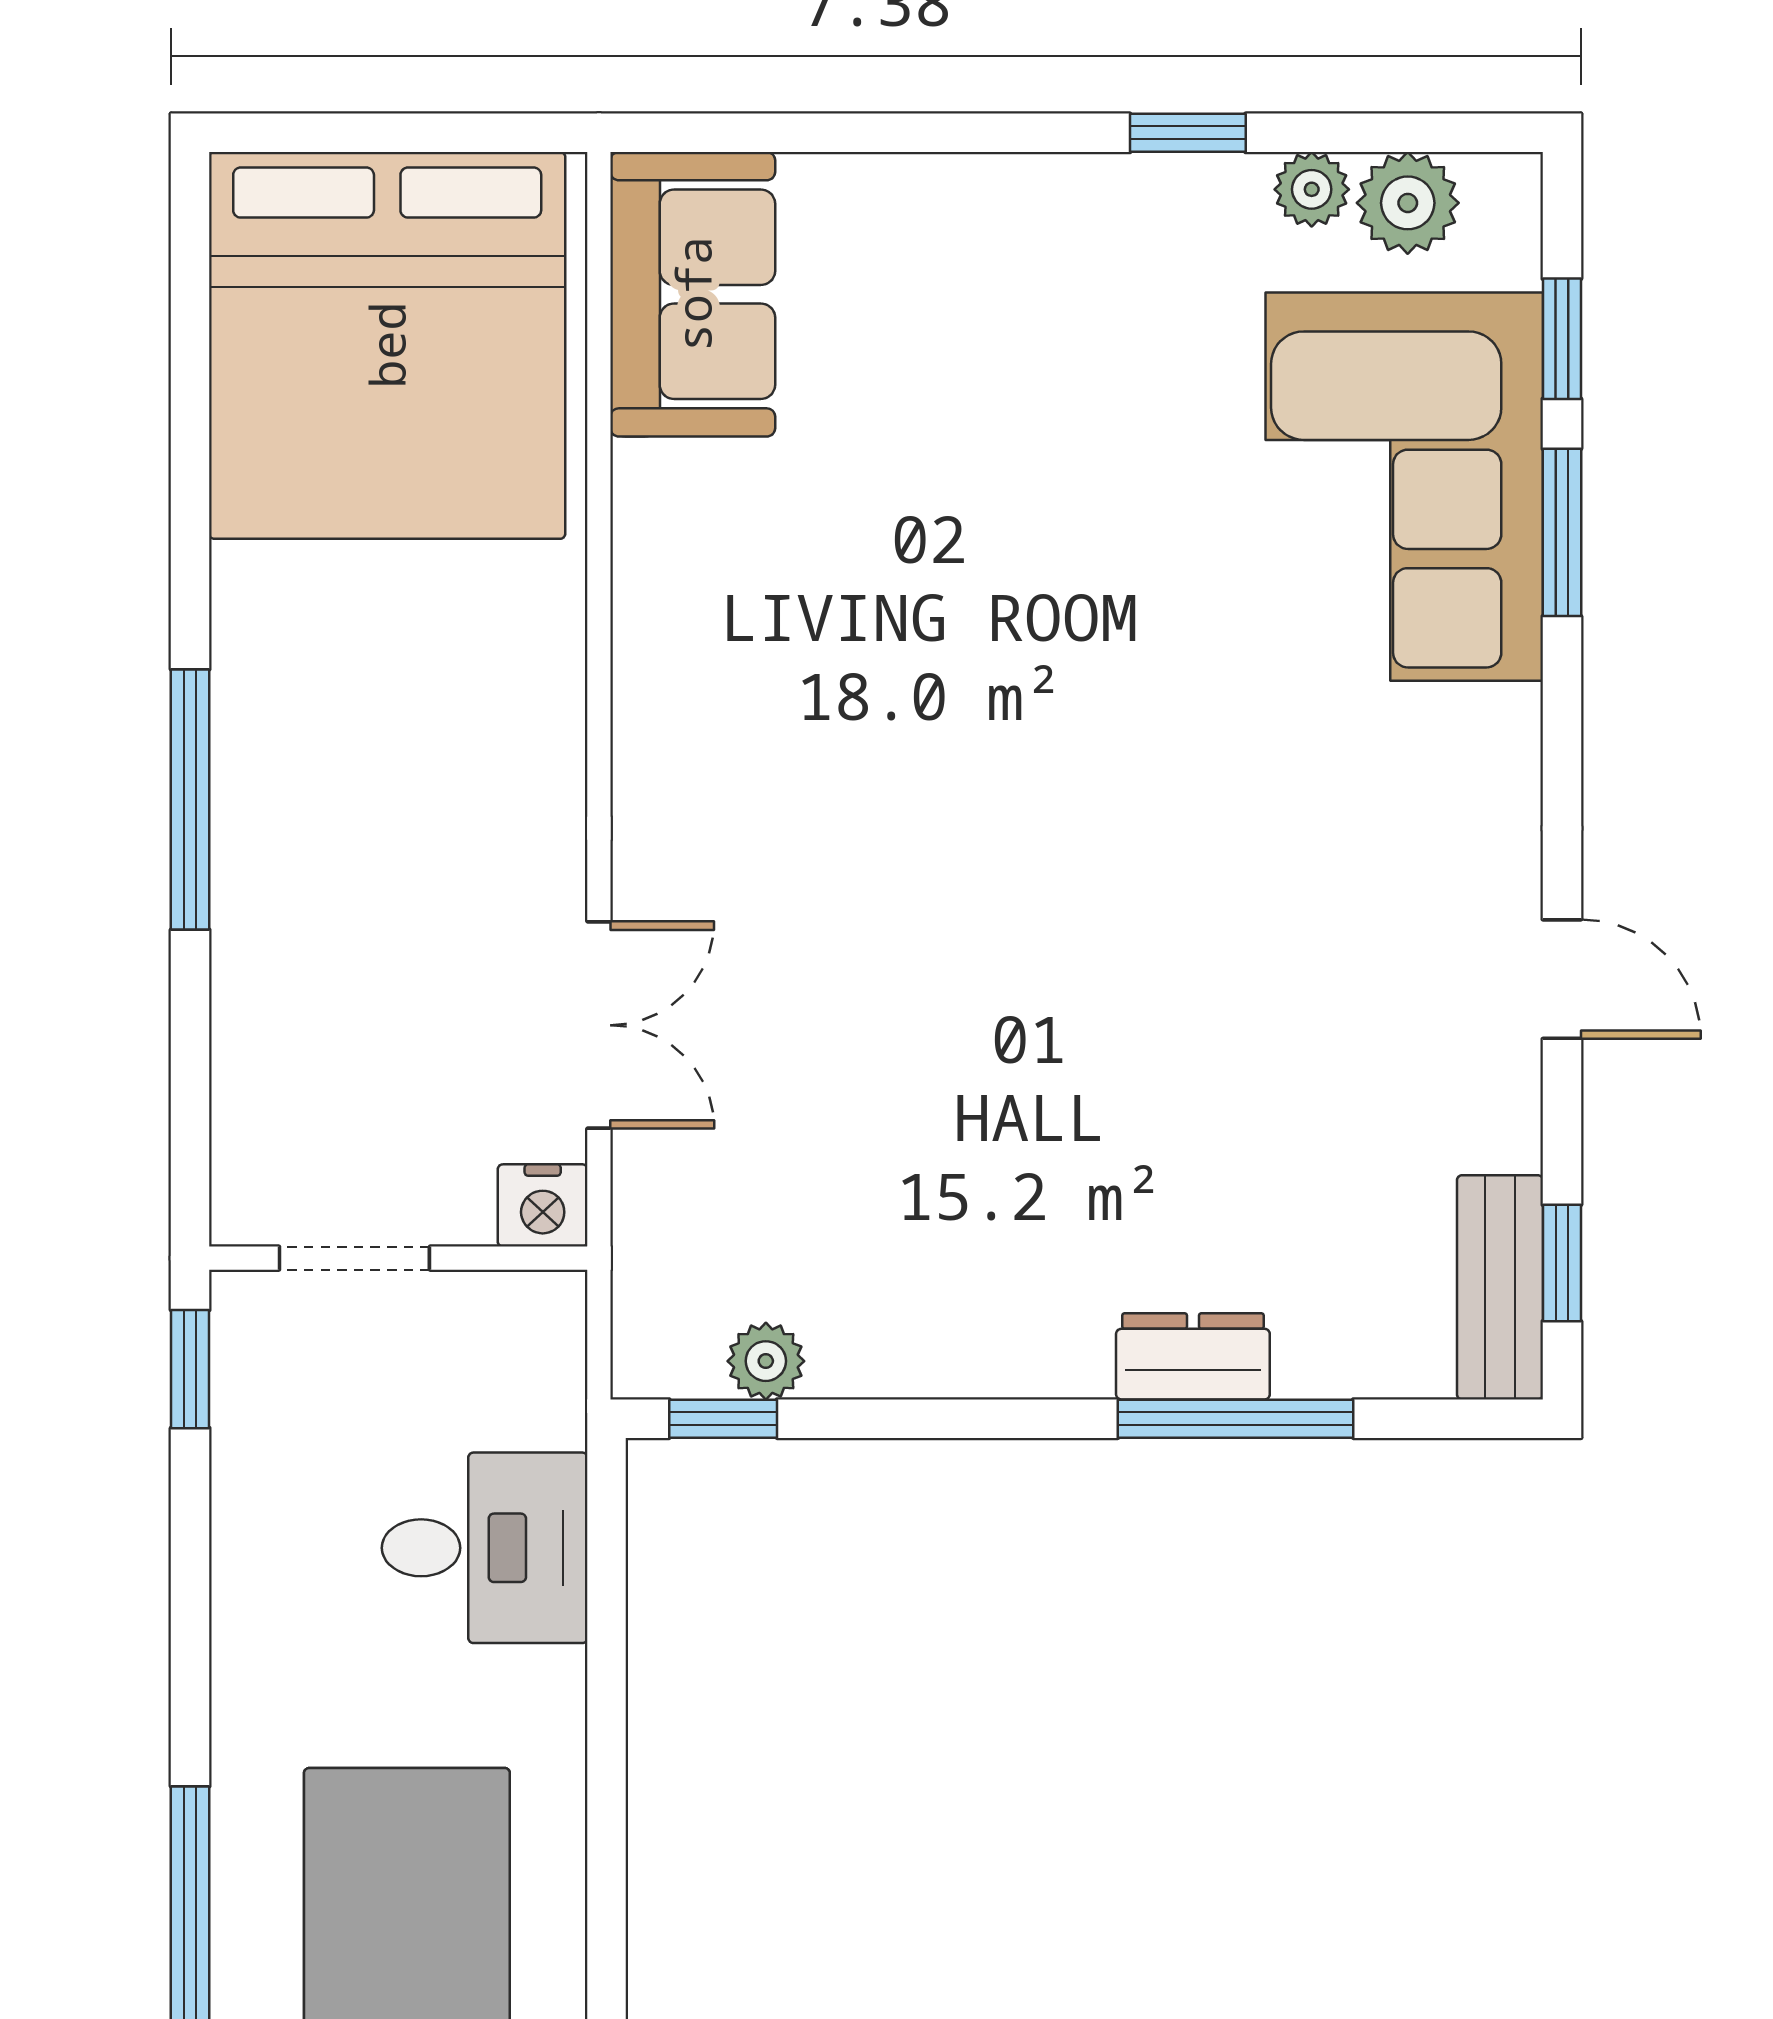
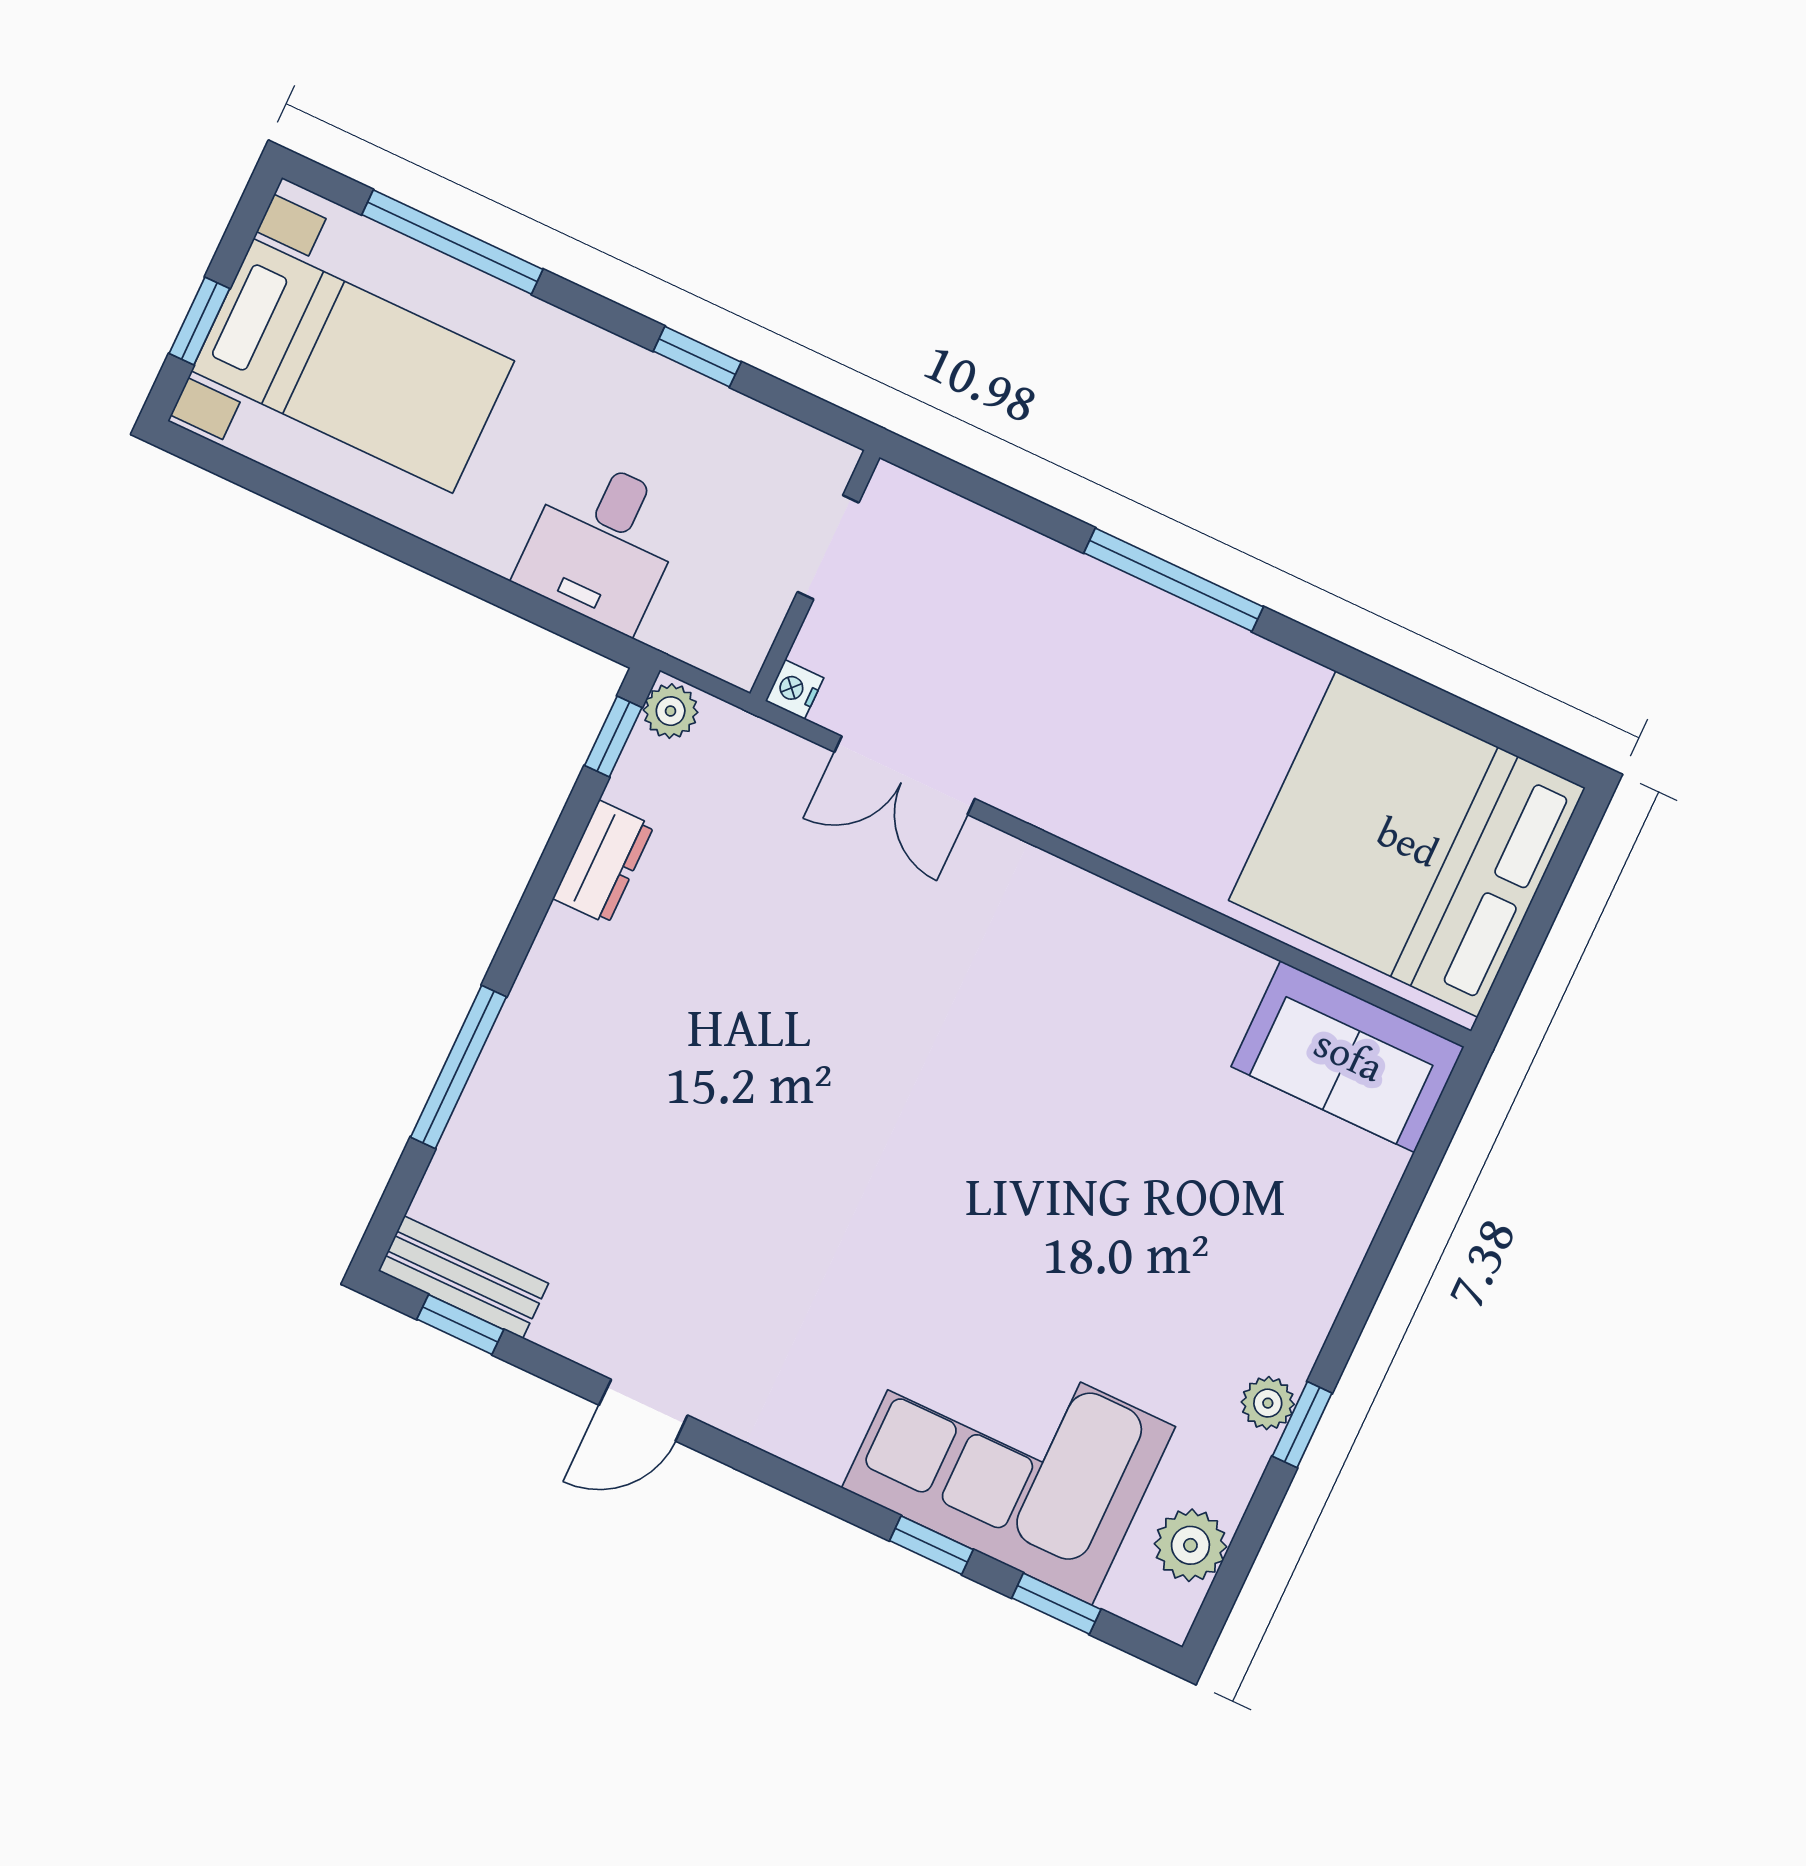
plant: (1312, 189) -> (1268, 1403), moved
window: (1562, 532) -> (931, 1545), width x0.67
nightstand: (543, 1205) -> (795, 689), width x0.72, depth x0.74
dresser: (1193, 1356) -> (603, 862), moved
plant: (766, 1361) -> (671, 711), moved
window: (190, 1369) -> (697, 357), moved

